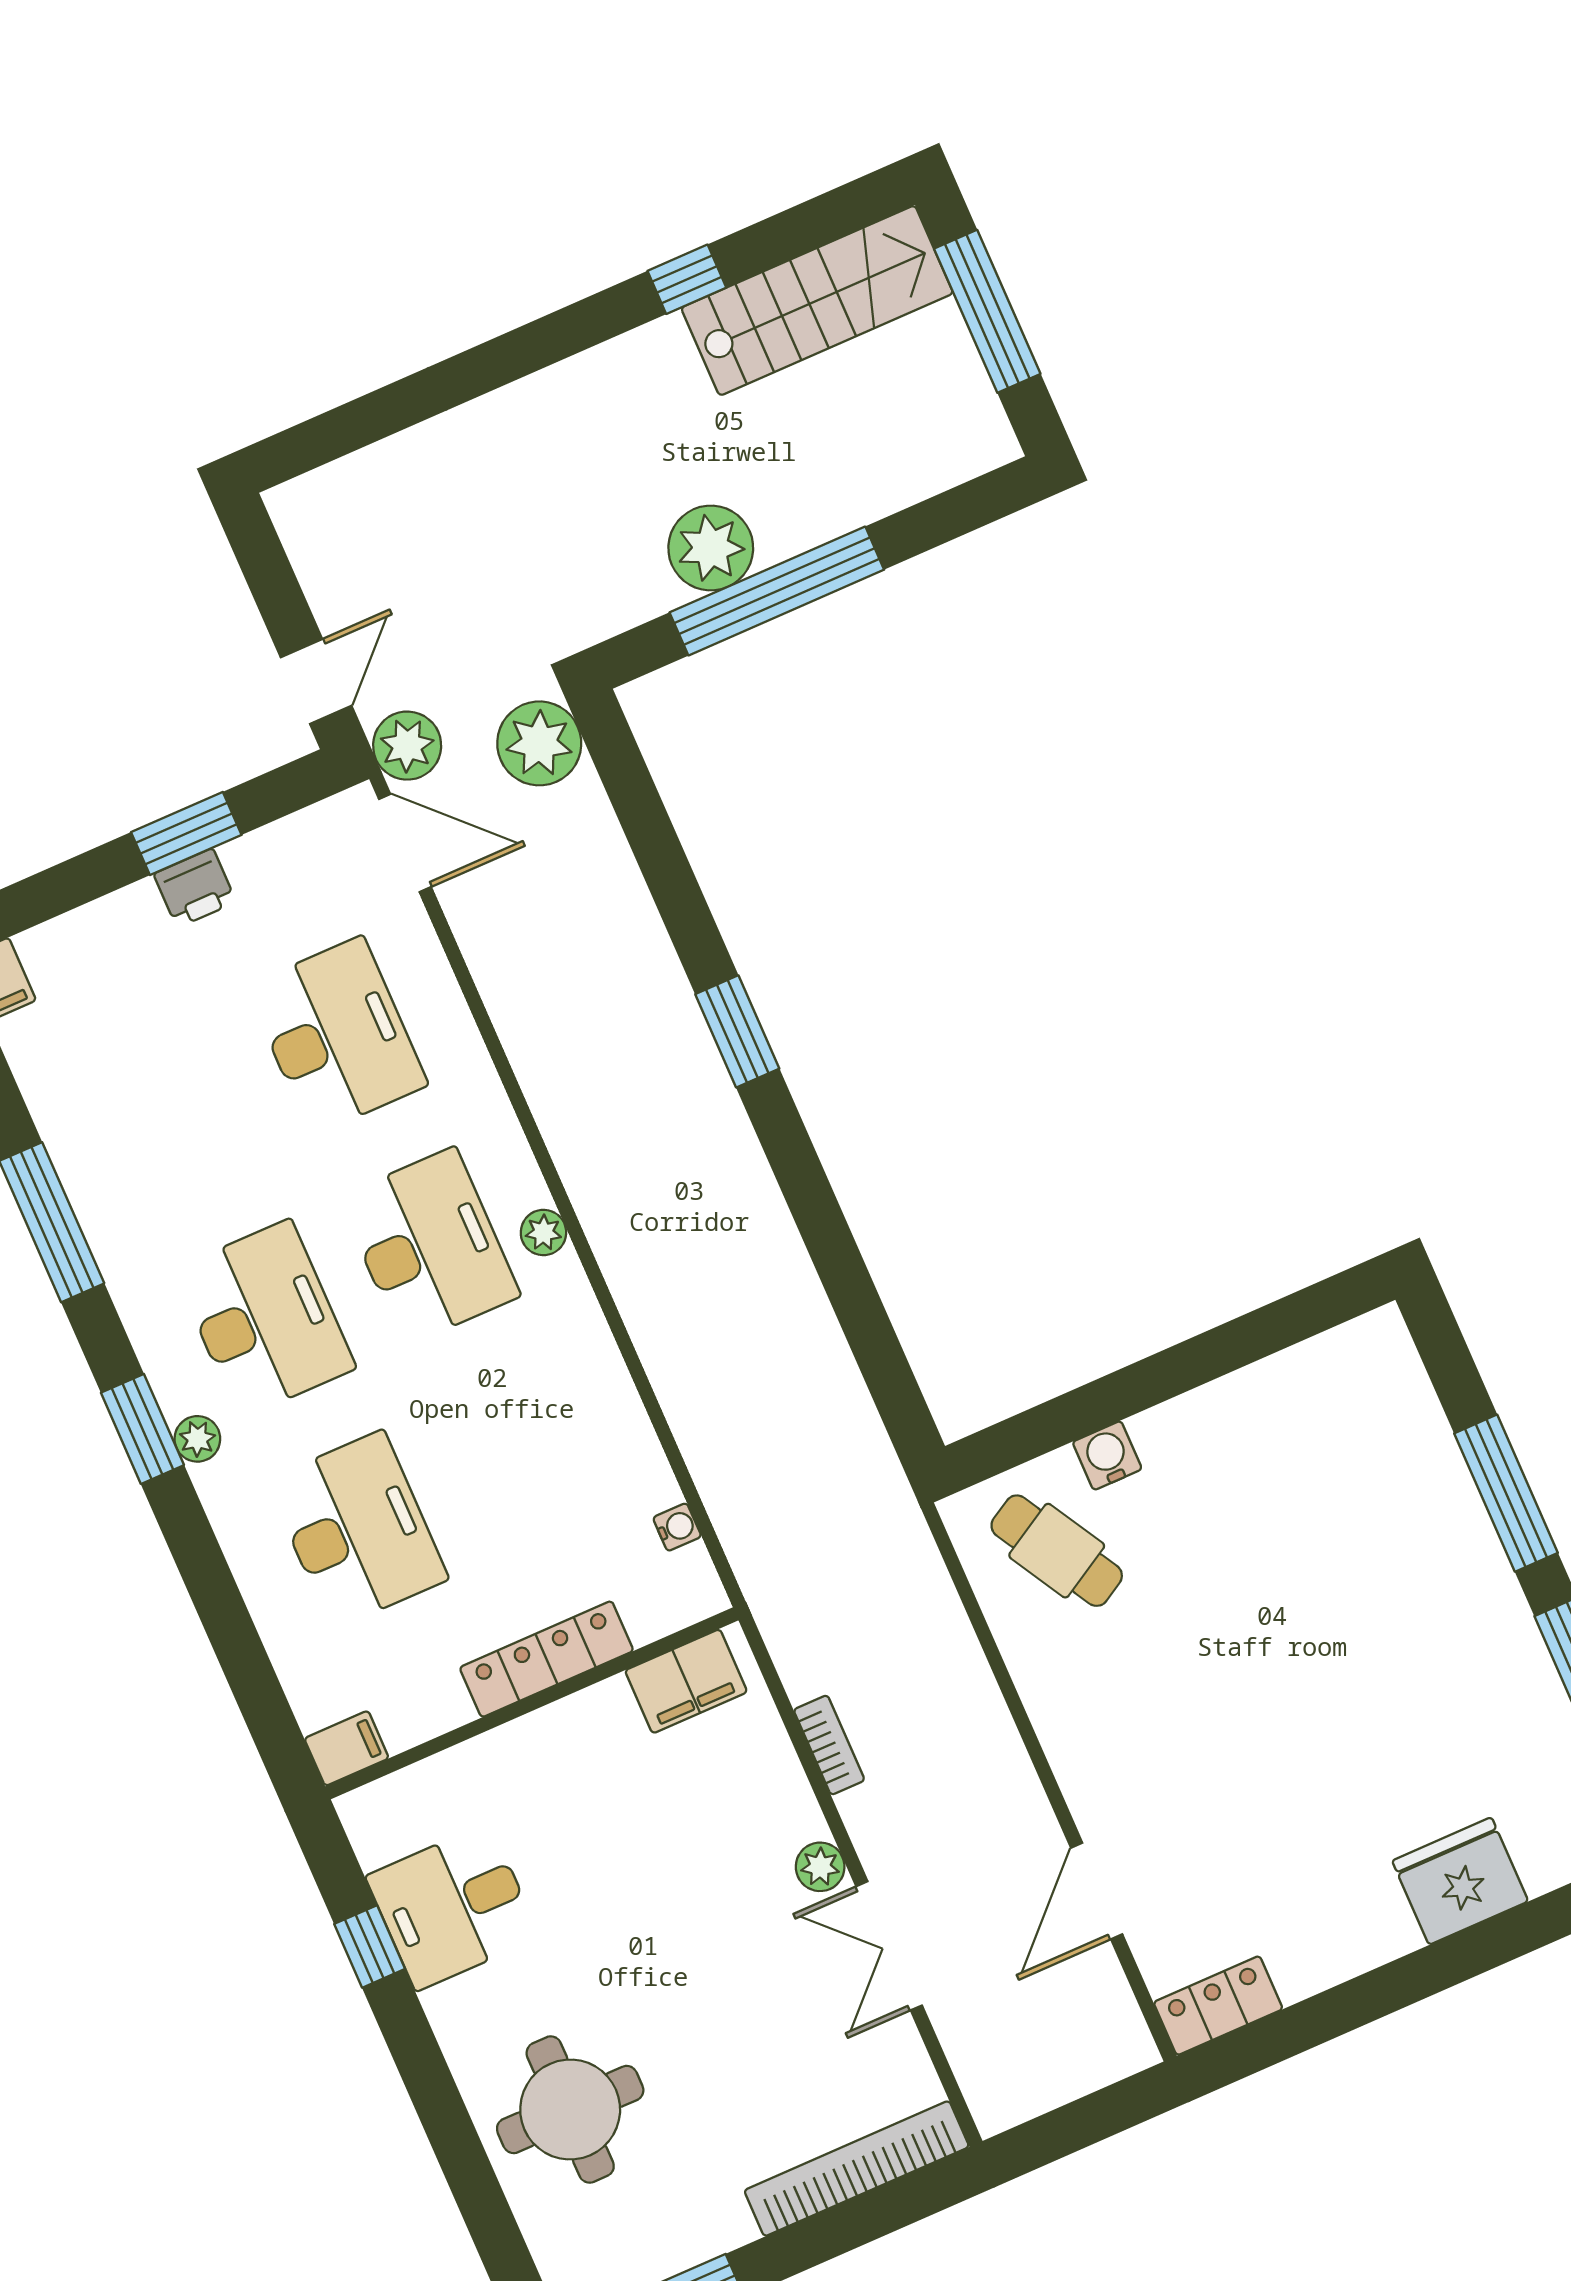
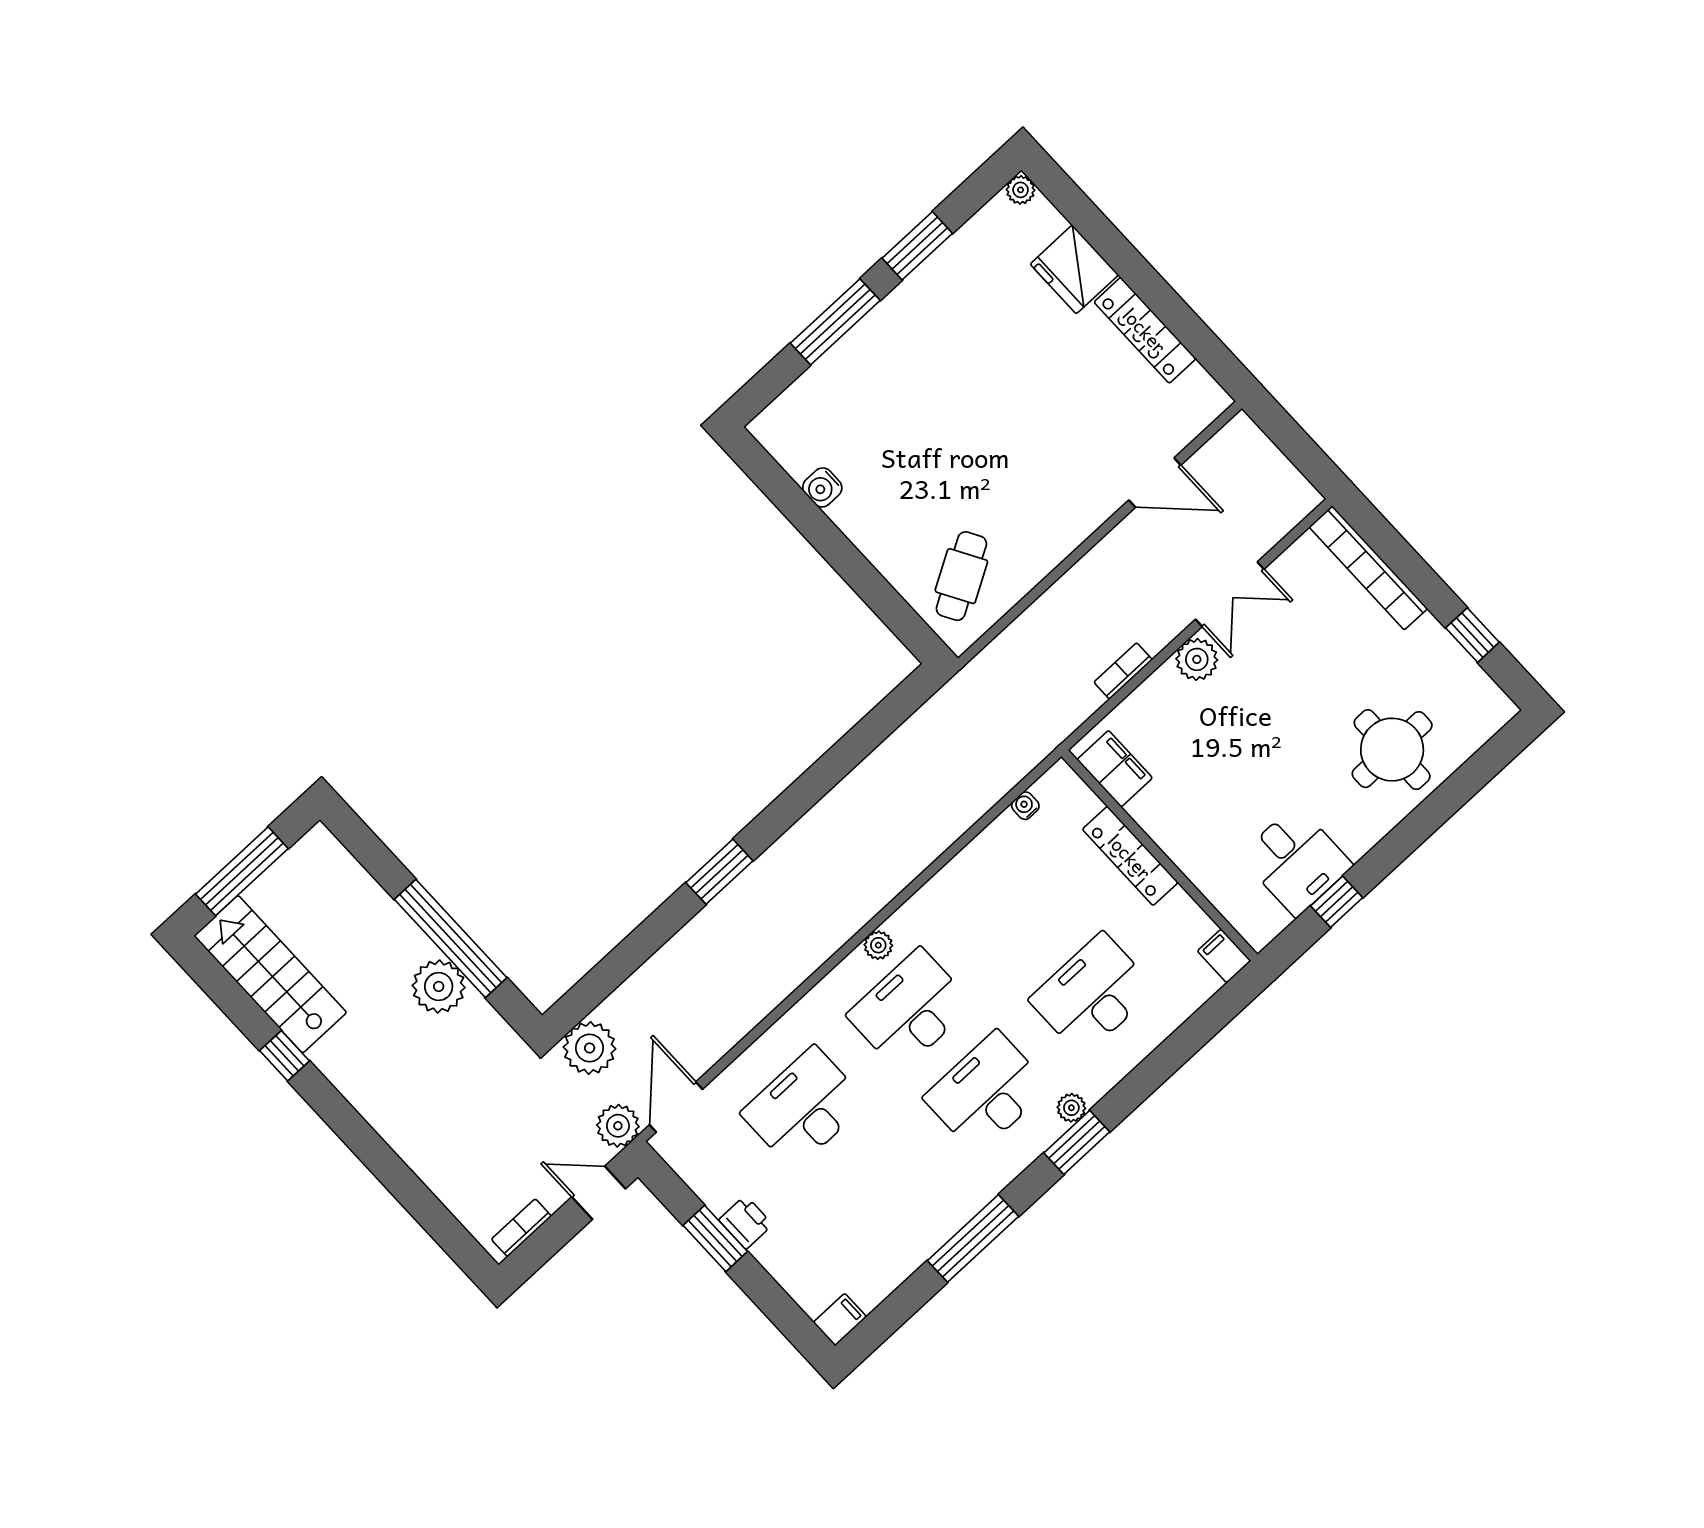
bookcase: (304, 547) -> (521, 1228), added
water cooler: (1107, 1456) -> (822, 487), moved
plant: (820, 1867) -> (1197, 659), width x1.38, depth x1.38
locker: (1218, 2006) -> (1145, 330), moved, width x1.53

